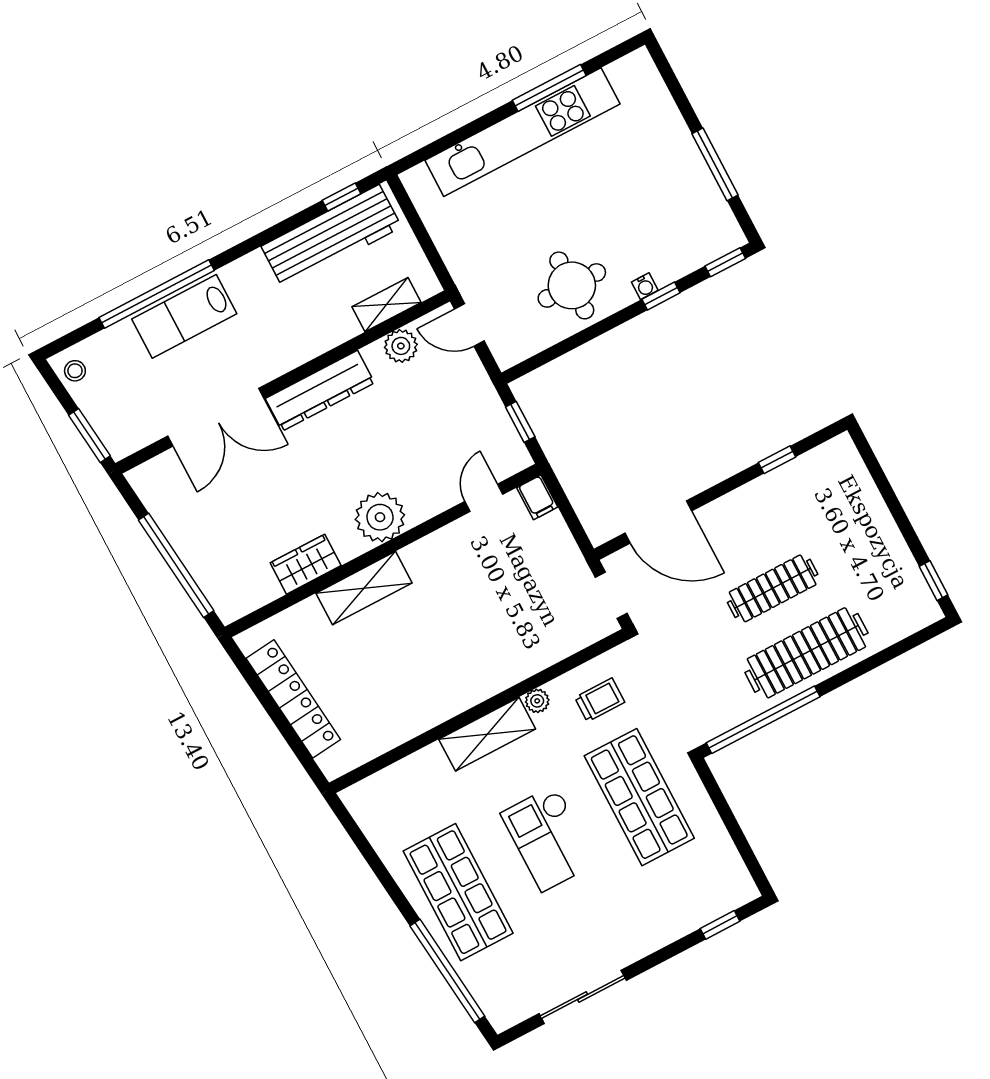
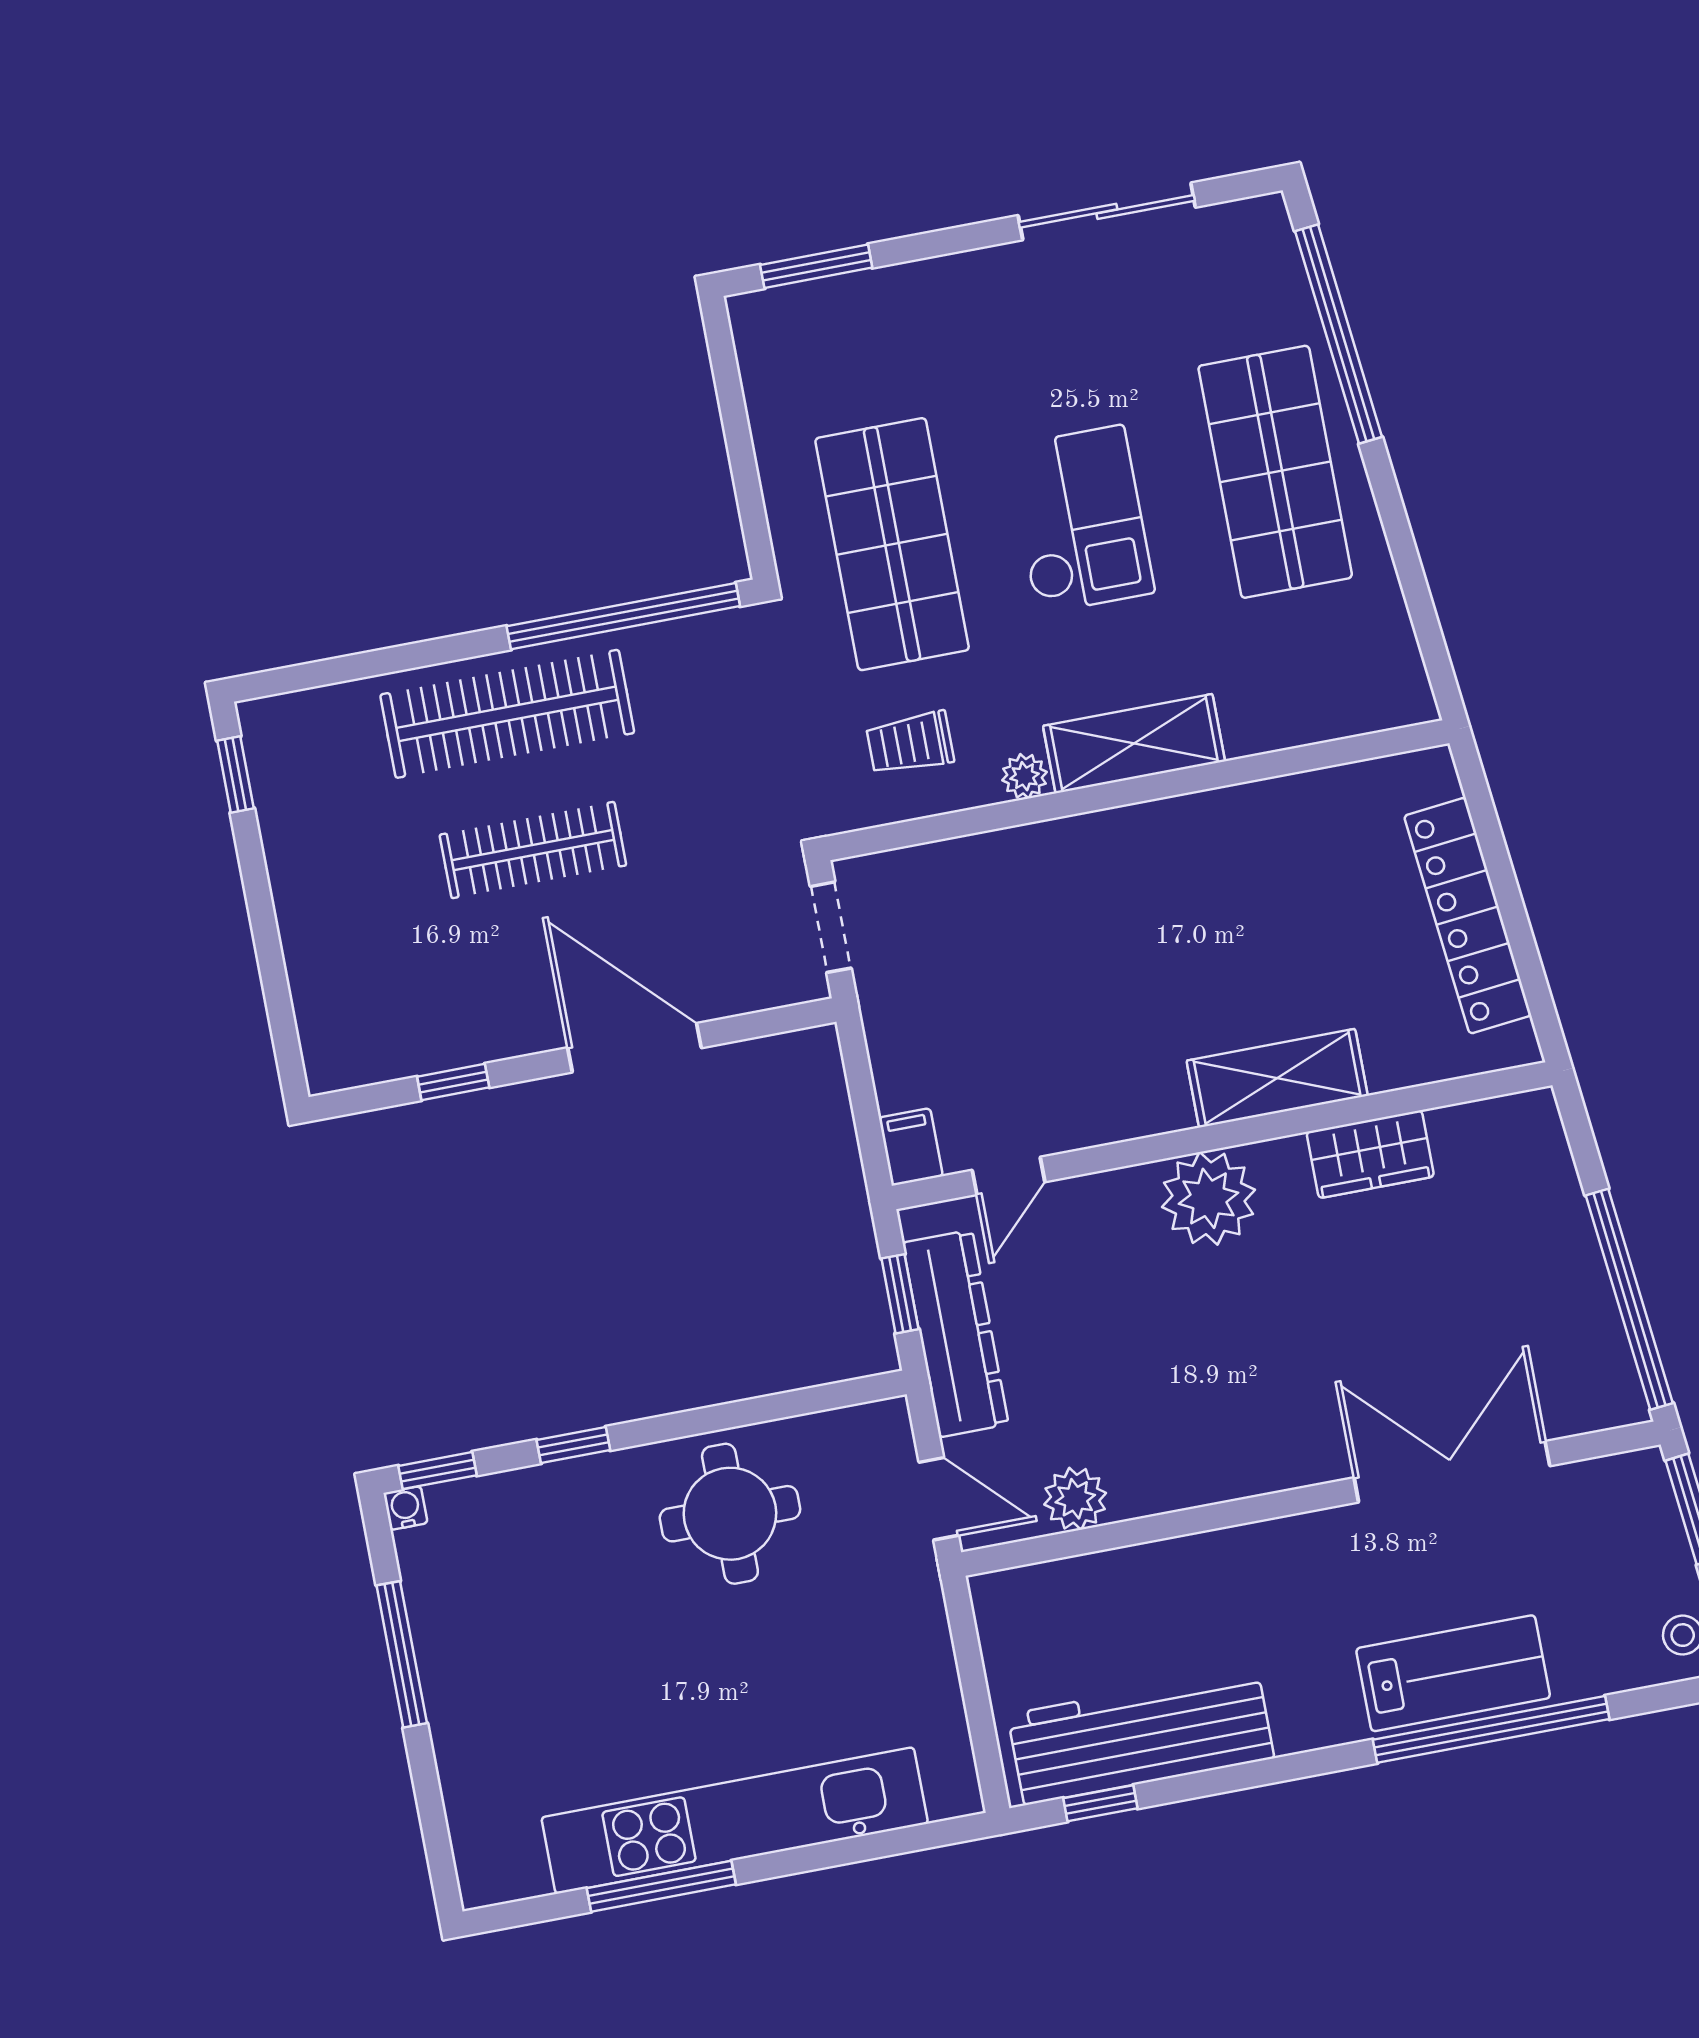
water cooler: (645, 286) -> (405, 1508), moved
shelving: (386, 305) -> (1078, 1582), removed
dresser: (320, 391) -> (956, 1333), moved, turned 90
door: (658, 522) -> (635, 1048), moved
window: (176, 565) -> (1629, 1299), moved
window: (720, 925) -> (816, 266), width x1.50

